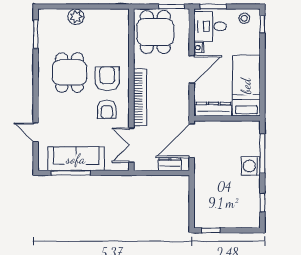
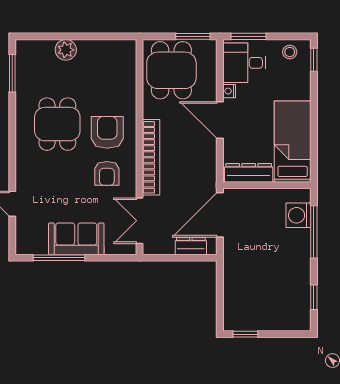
door: (192, 69) -> (220, 120), swing flipped
sofa: (76, 159) -> (76, 239), width x0.73
washing machine: (251, 166) -> (299, 215), moved

